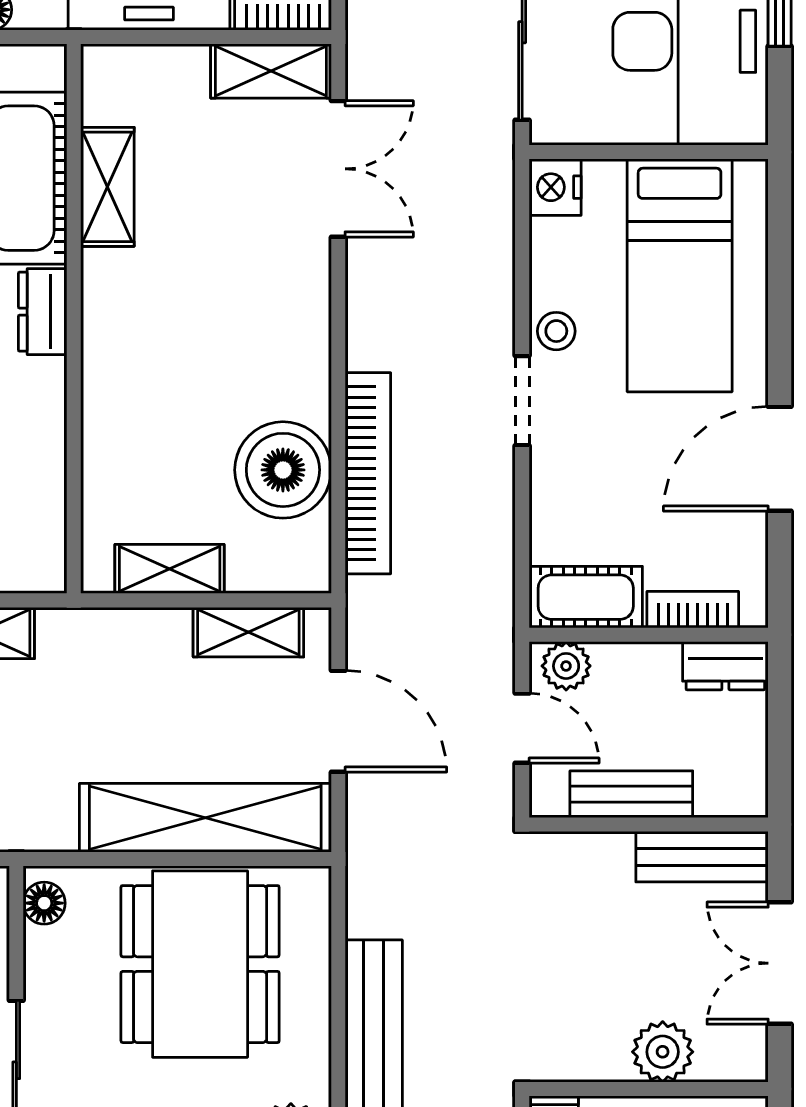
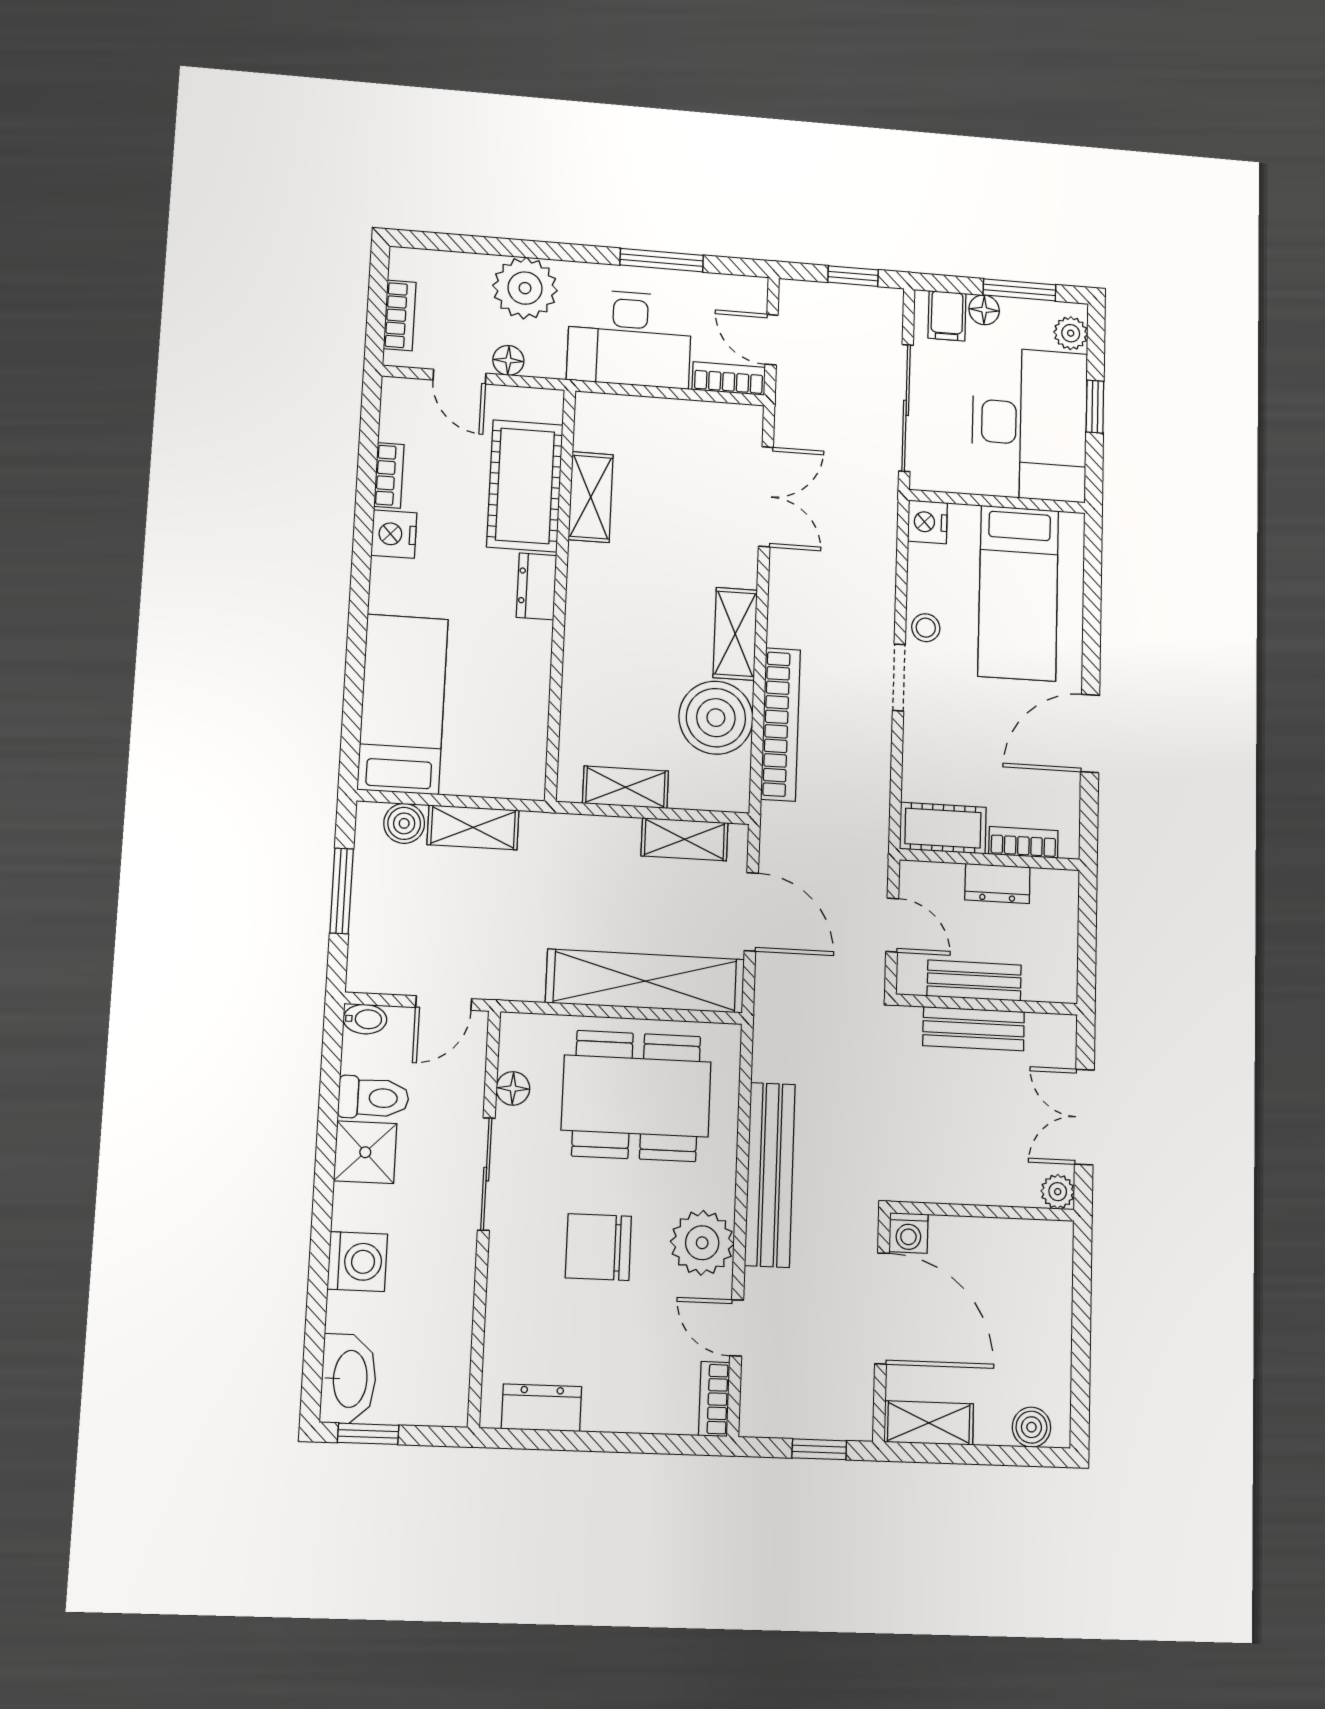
shelving: (271, 71) -> (735, 634), moved, turned 90
plant: (566, 666) -> (927, 879), removed
dresser: (725, 666) -> (997, 883), moved
bench: (702, 857) -> (974, 1029), moved
floor lamp: (44, 903) -> (513, 1088), moved
dining table: (200, 964) -> (636, 1096), turned 90
plant: (663, 1052) -> (1058, 1192), moved, width x0.73, depth x0.73

